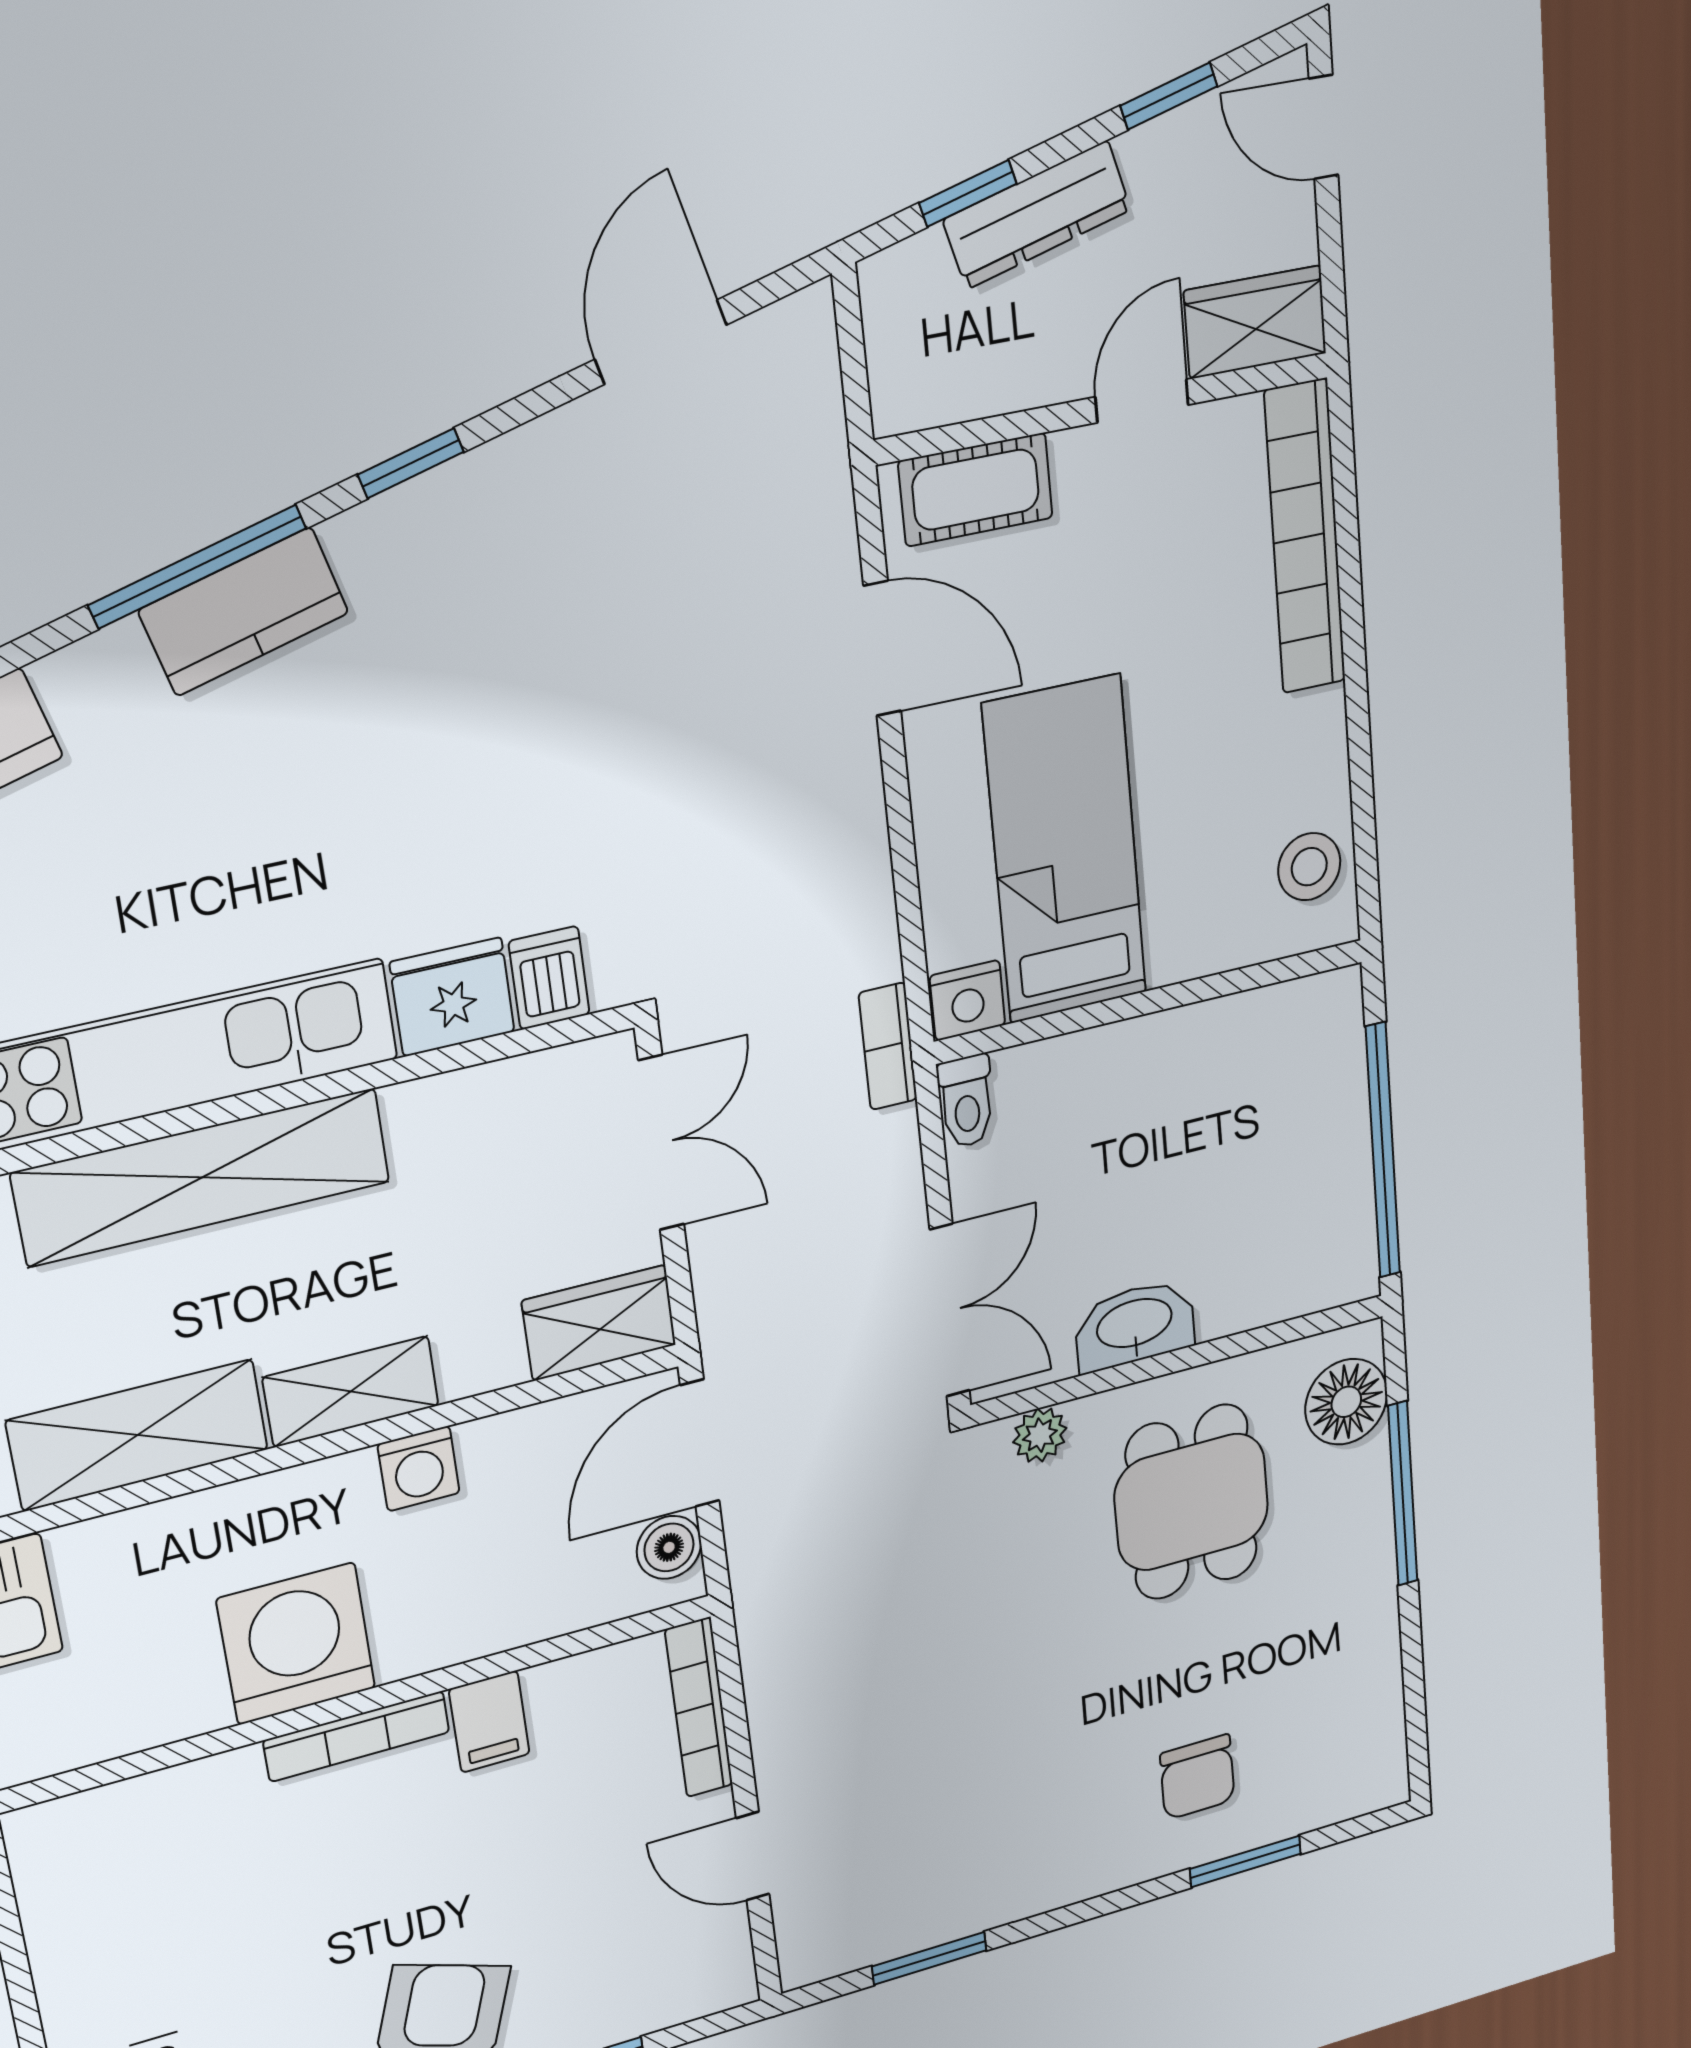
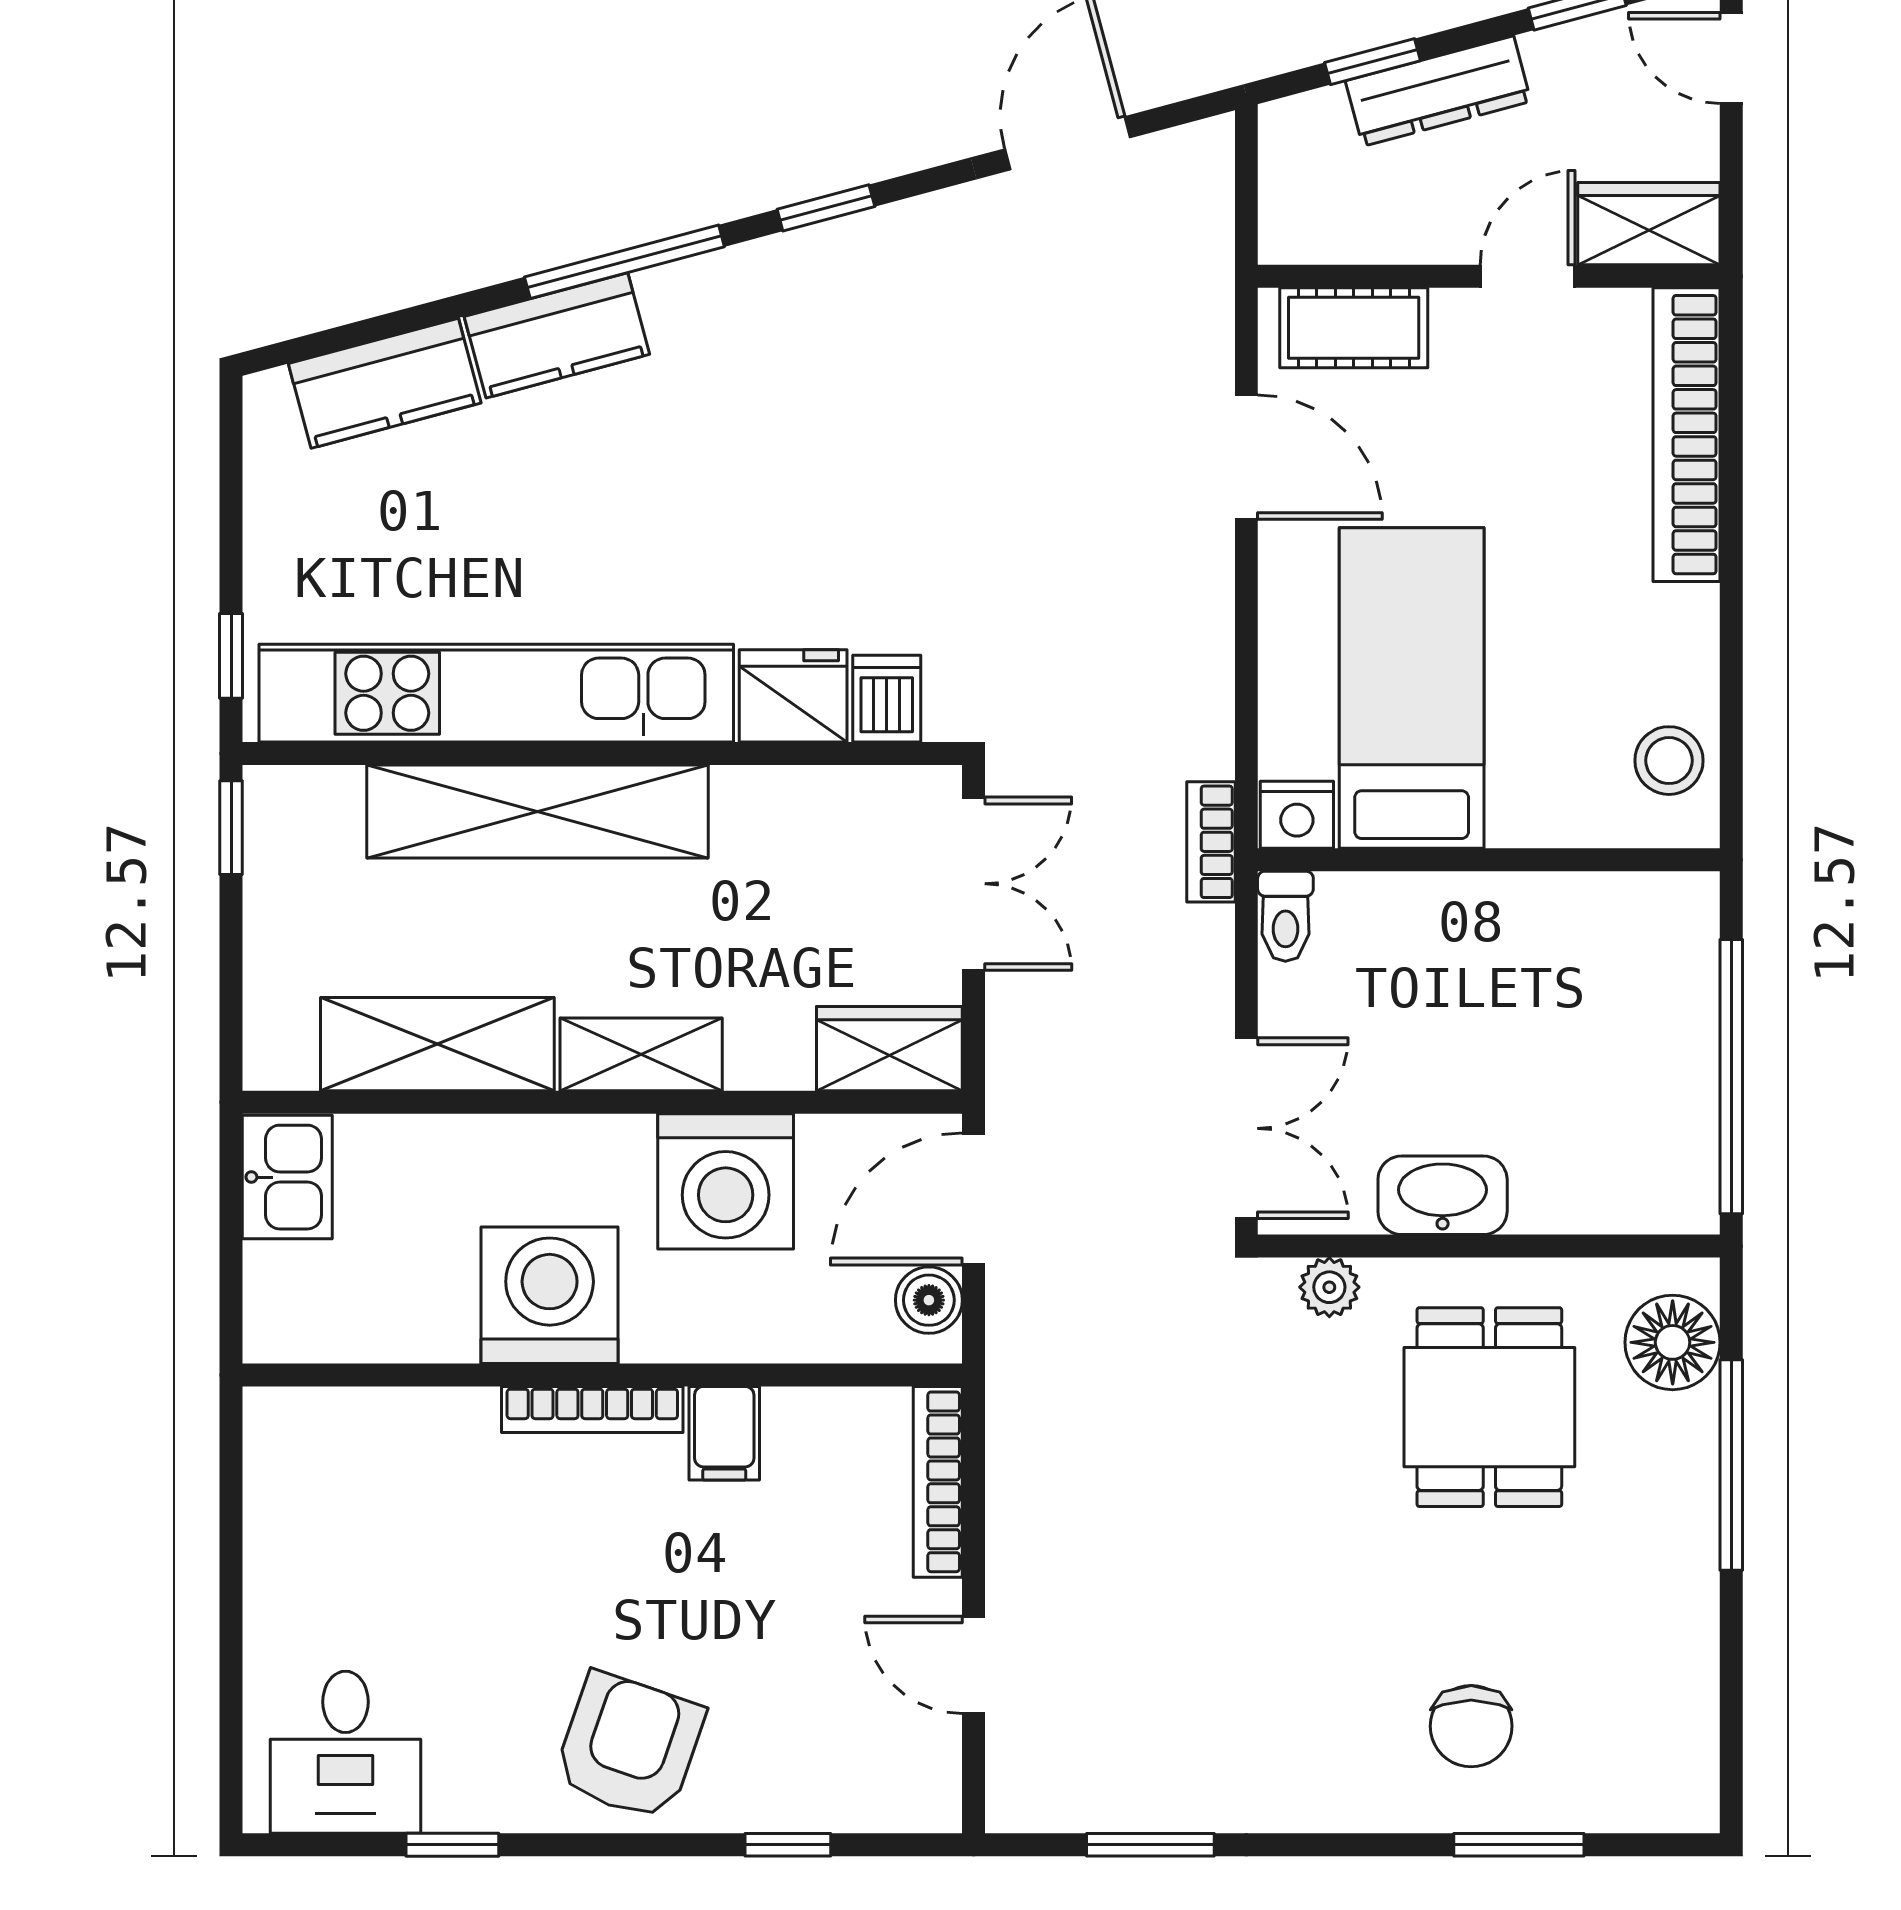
kitchen counter: (244, 612) -> (557, 335), moved
washing machine: (419, 1469) -> (726, 1181), width x1.89, depth x1.89

